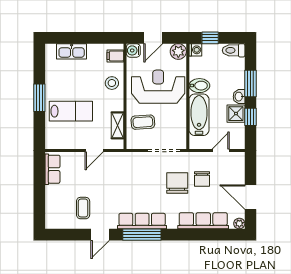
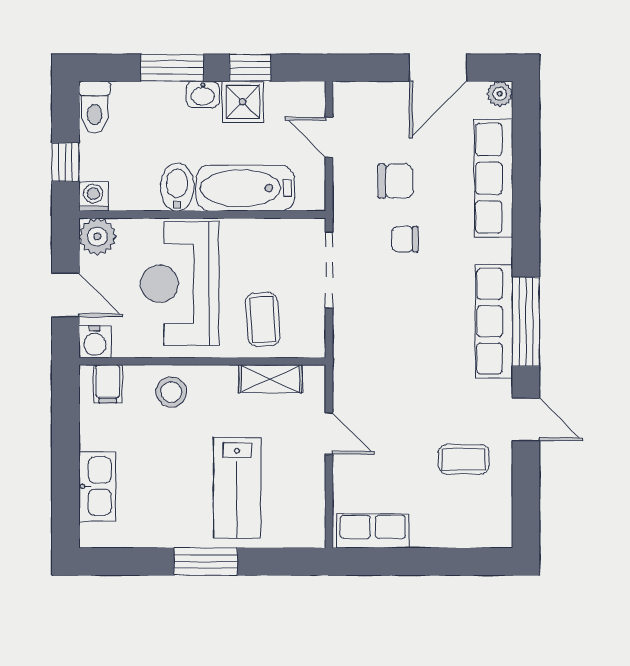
lab bench: (71, 111) -> (237, 488), turned 180
chair: (177, 183) -> (405, 239), width x0.54, depth x0.54

